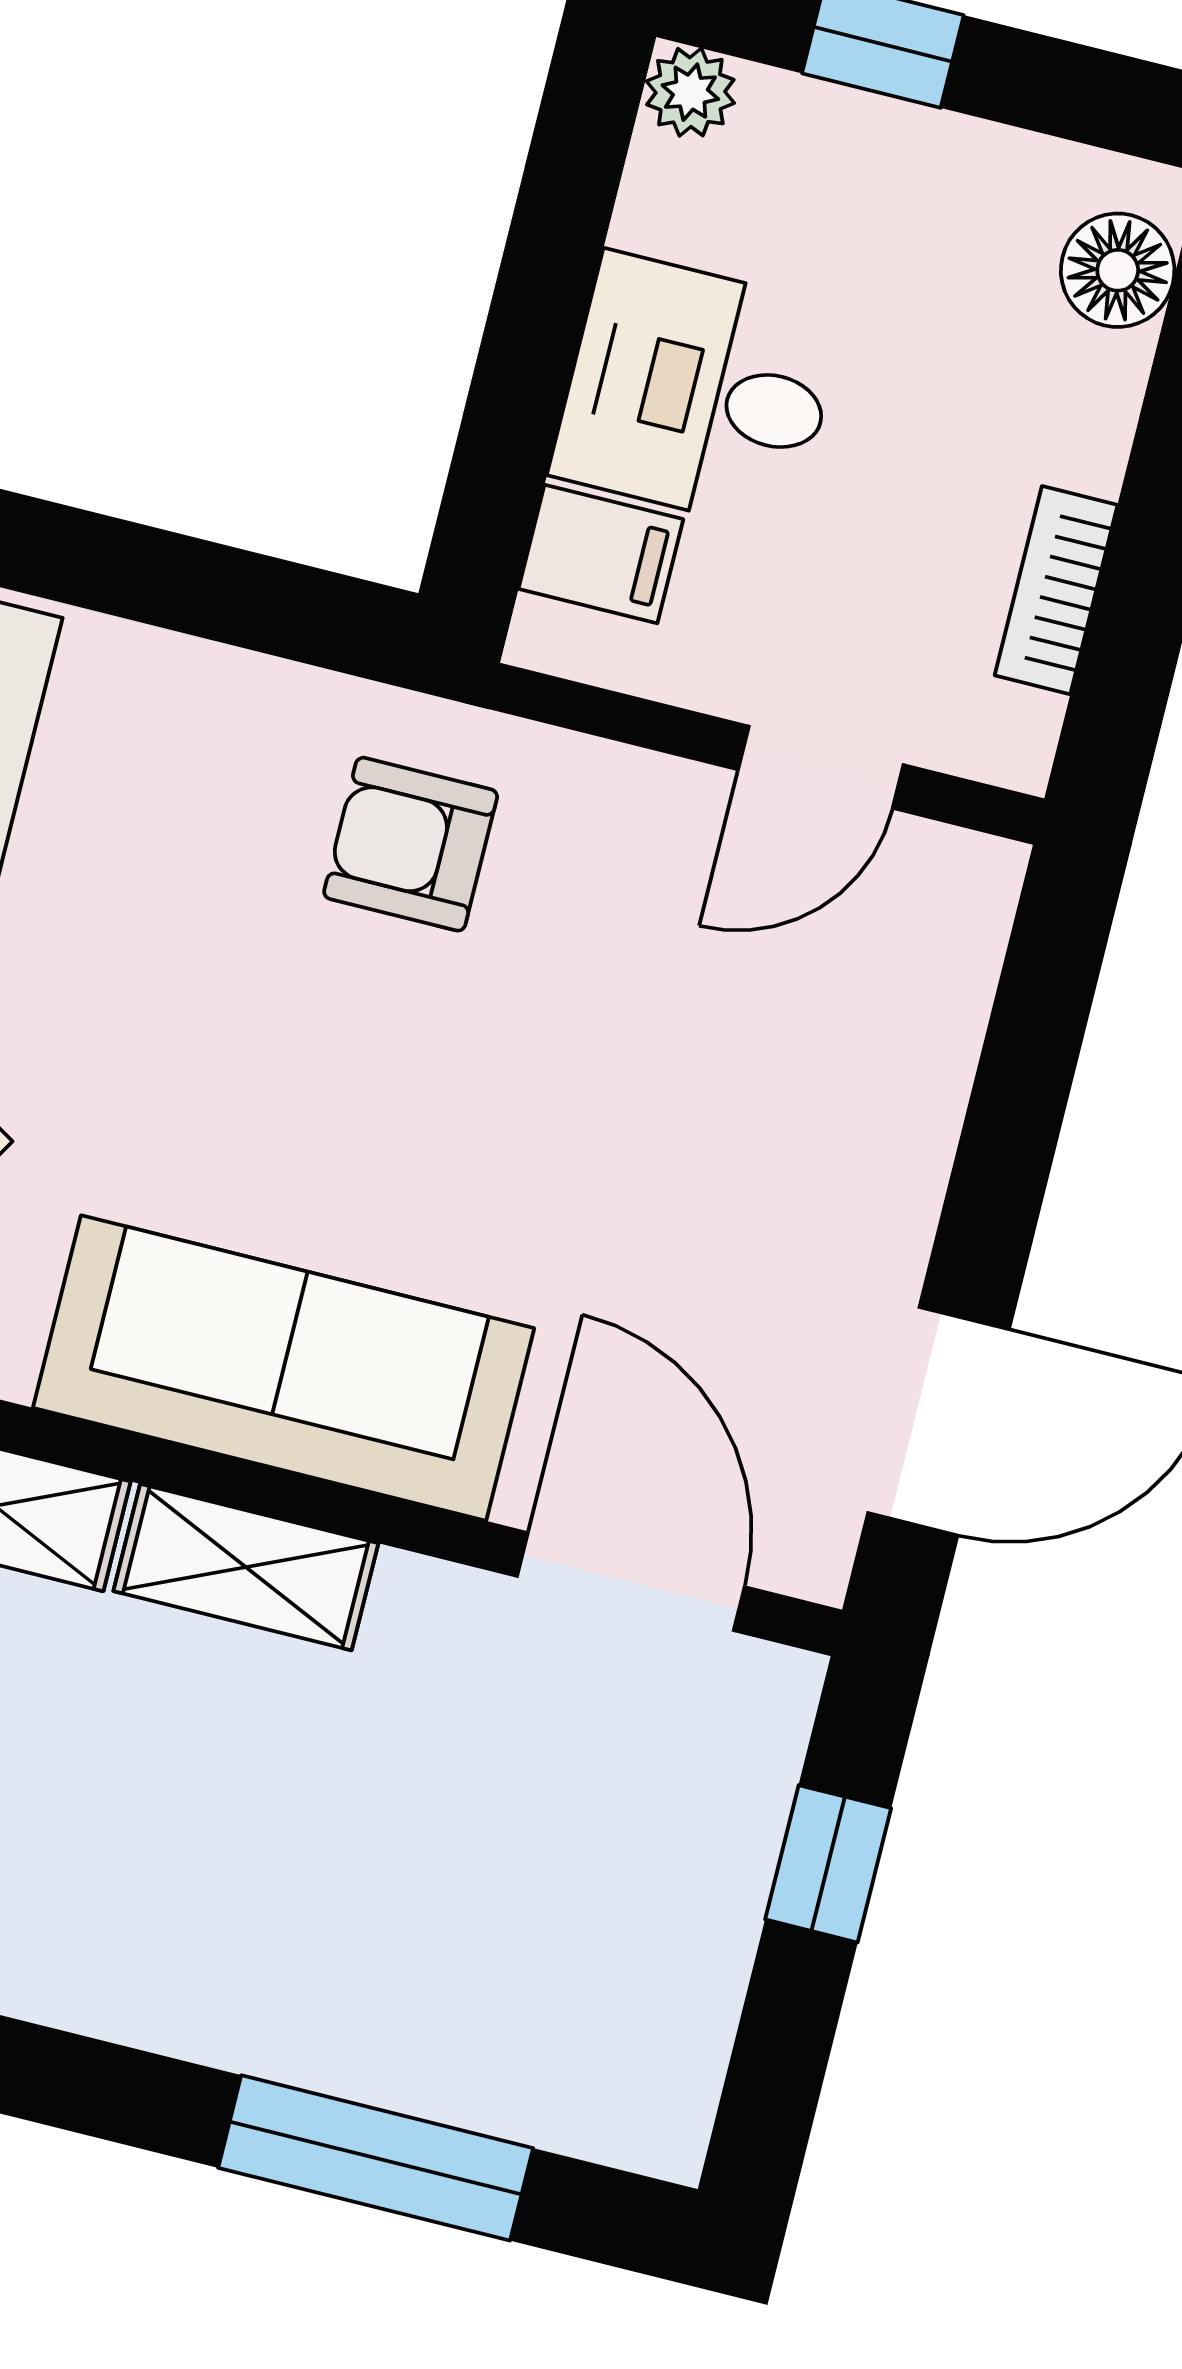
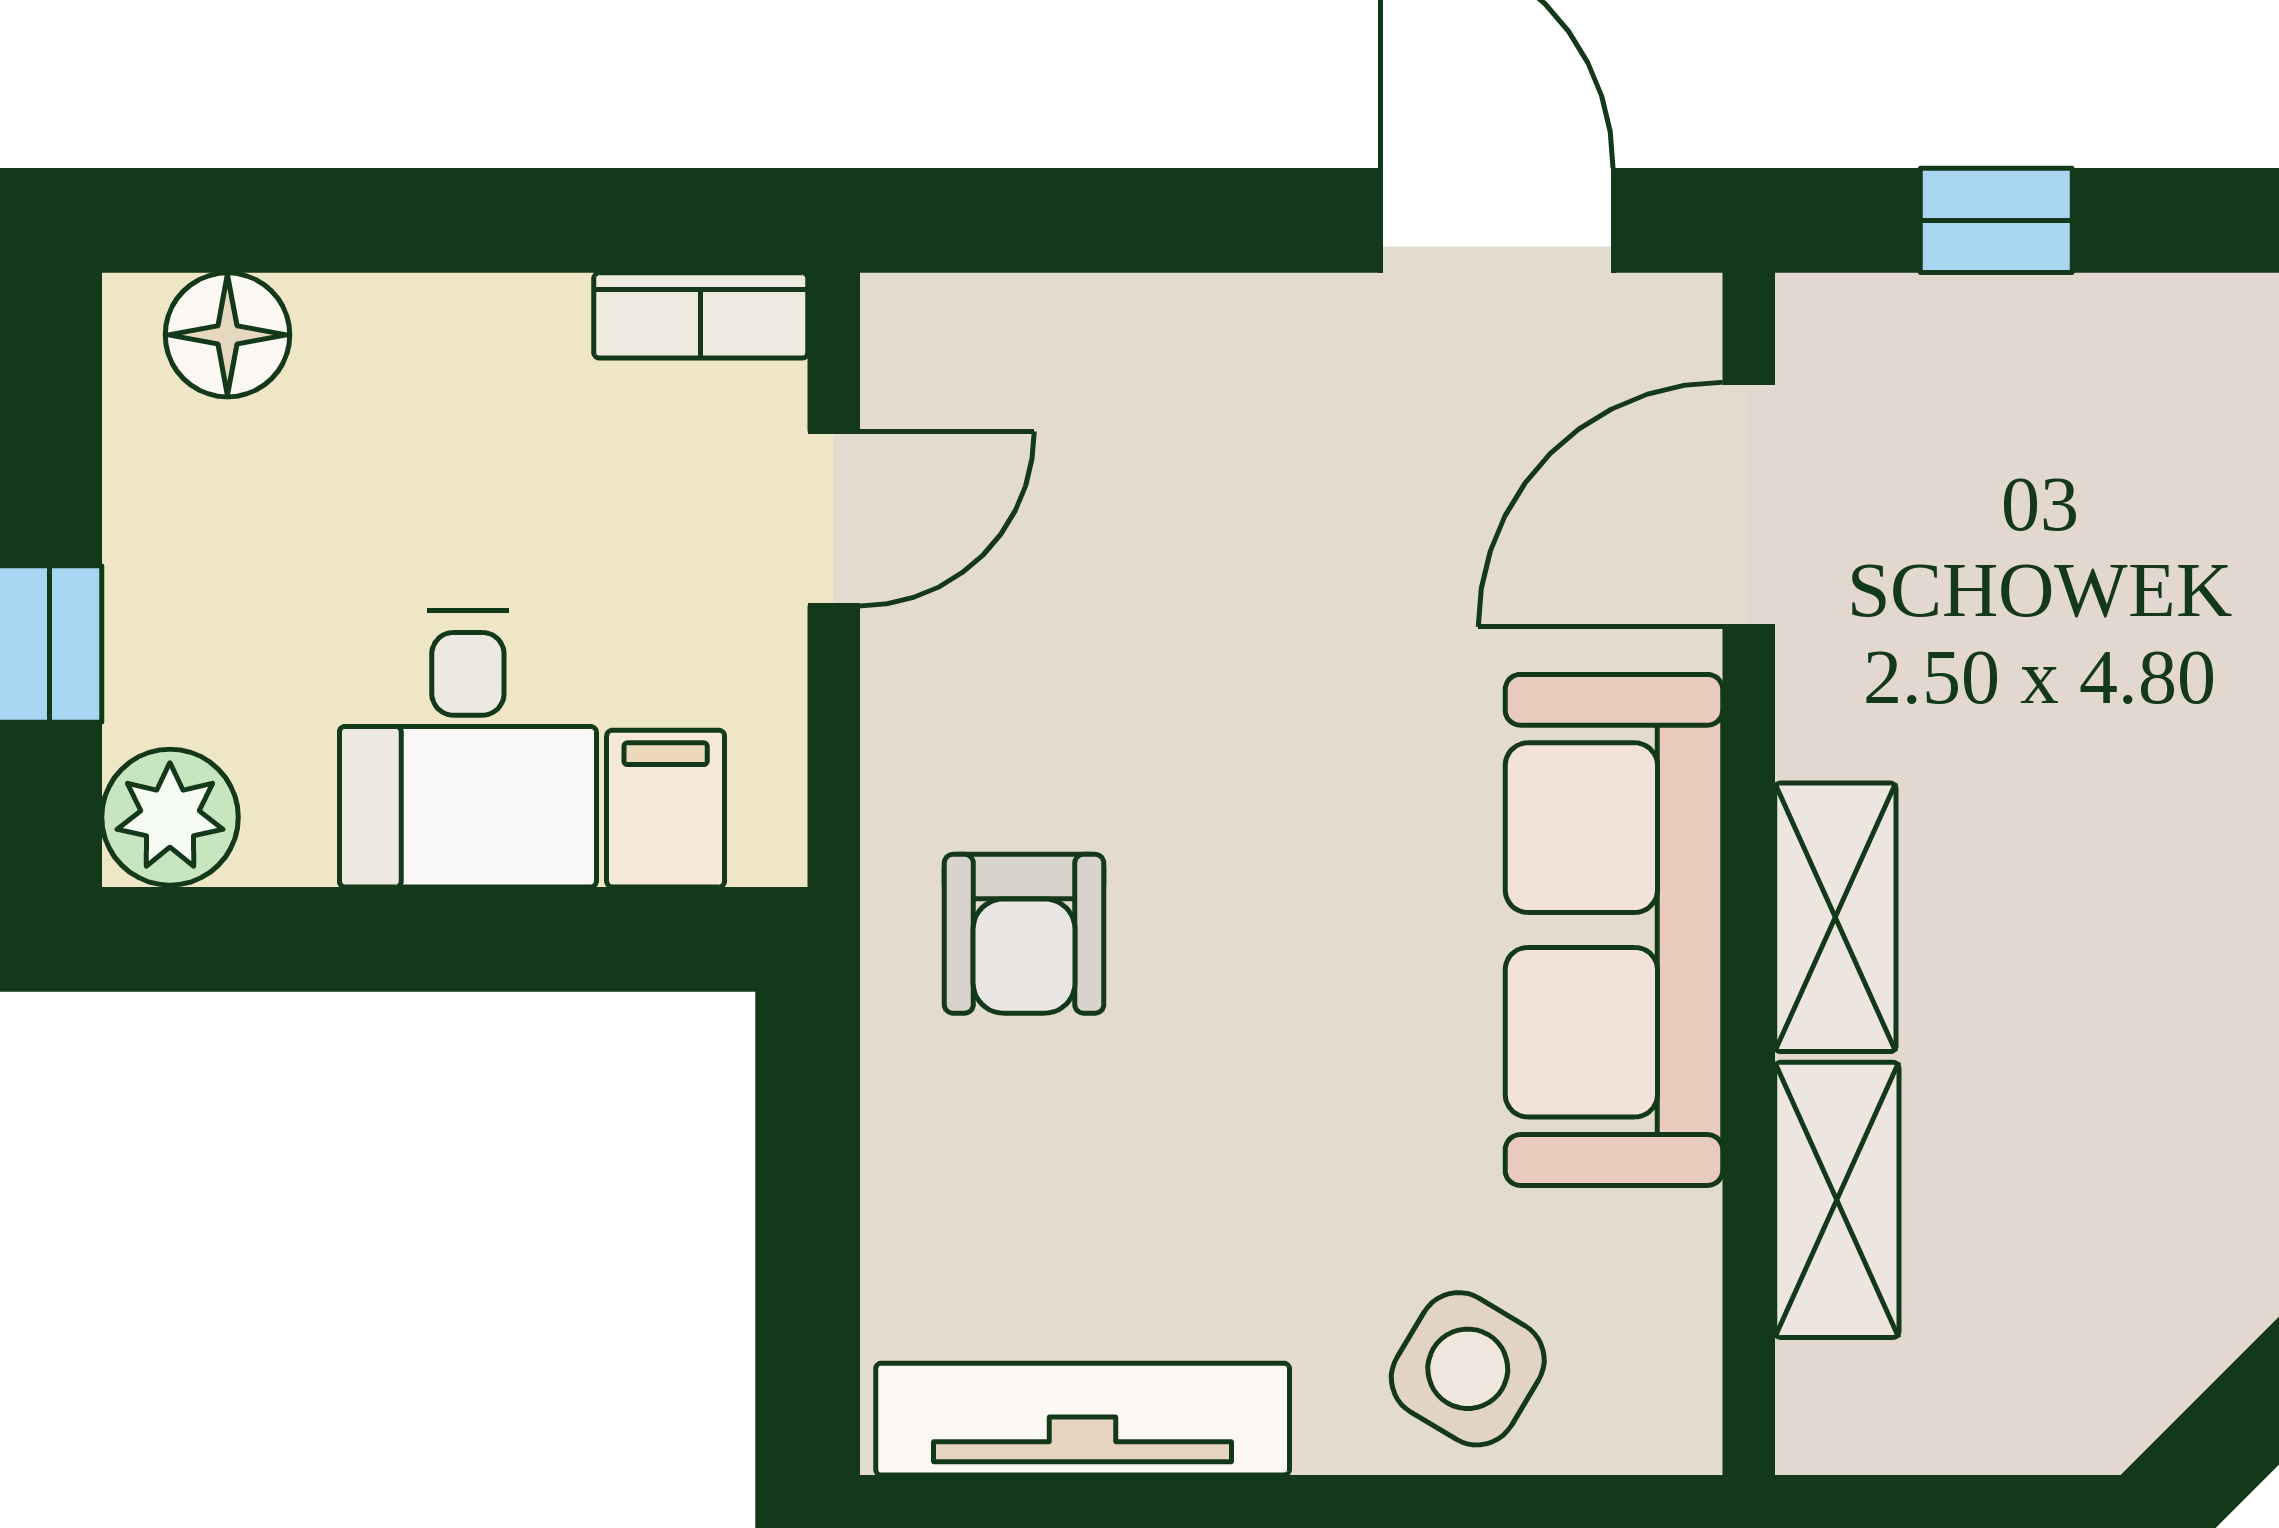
plant: (690, 92) -> (170, 817), width x1.38, depth x1.38
bookcase: (1056, 590) -> (701, 315), moved
door: (821, 767) -> (834, 519), hinge flipped

